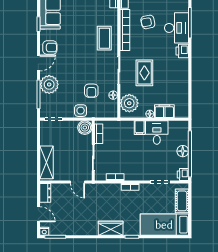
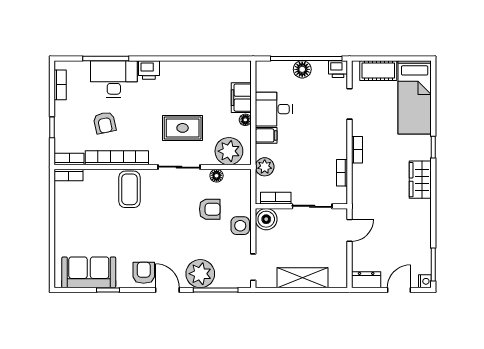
coffee table: (104, 38) -> (129, 189), turned 90
plant: (119, 127) -> (265, 167), added
shelving: (46, 162) -> (303, 278), moved

